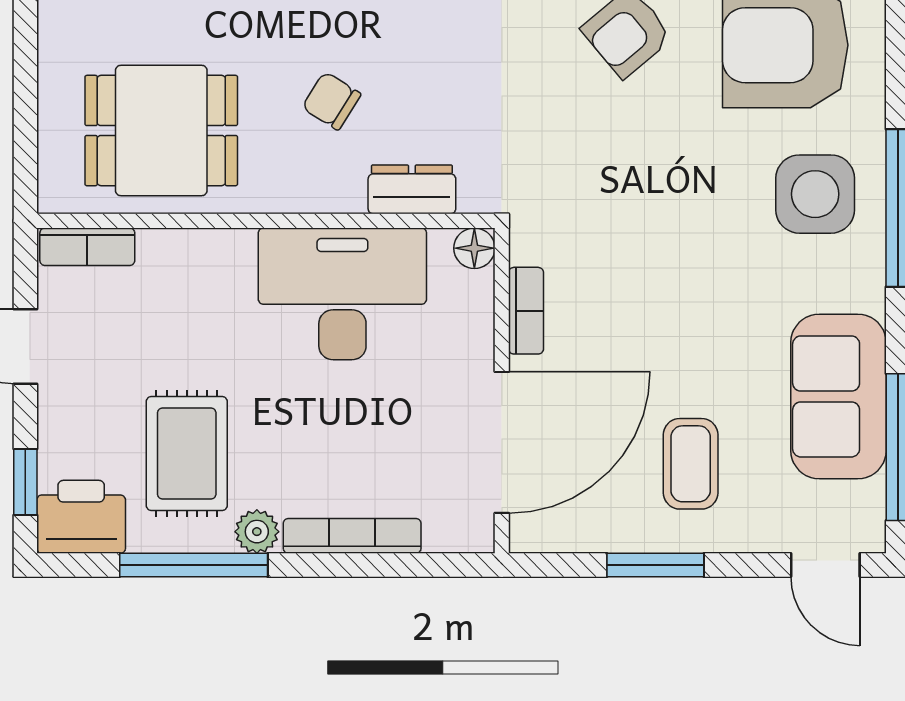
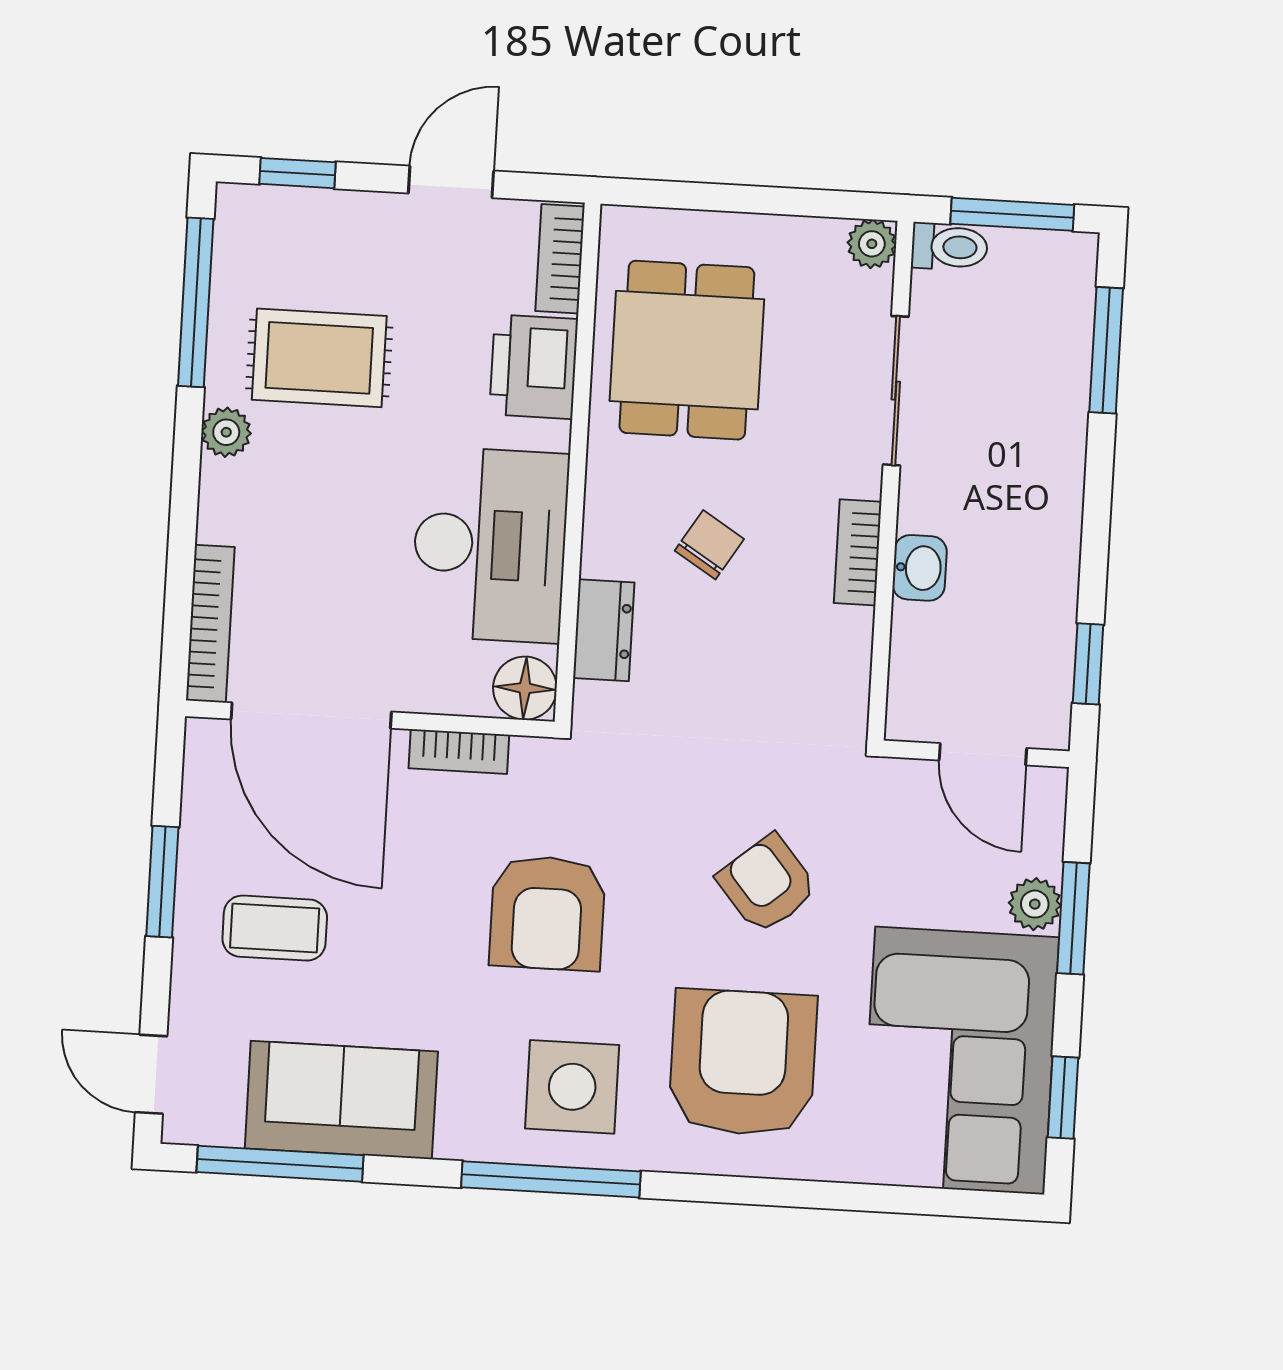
armchair: (664, 225) -> (547, 913), added
floor lamp: (474, 248) -> (525, 688), width x1.37, depth x1.37
printer: (81, 517) -> (534, 367), moved, turned 180
bookcase: (352, 536) -> (210, 624), moved
window: (194, 565) -> (196, 302), moved
door: (825, 565) -> (151, 1074), hinge flipped

